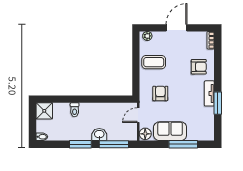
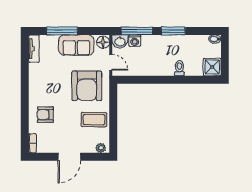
armchair: (160, 93) -> (87, 86), width x1.88, depth x1.88
tv unit: (209, 93) -> (34, 49), moved
window: (218, 103) -> (25, 75), removed
door: (138, 115) -> (111, 62), hinge flipped
washbasin: (99, 134) -> (120, 42), moved
washing machine: (116, 135) -> (135, 41), added

